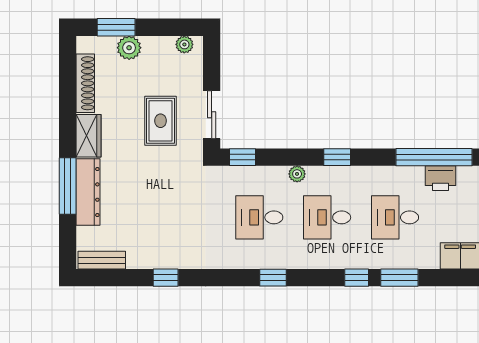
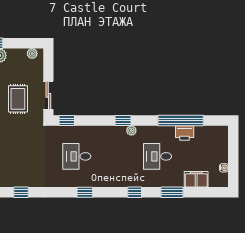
plant: (297, 174) -> (131, 131), moved
desk: (327, 217) -> (117, 156), removed
window: (399, 278) -> (172, 192), moved

